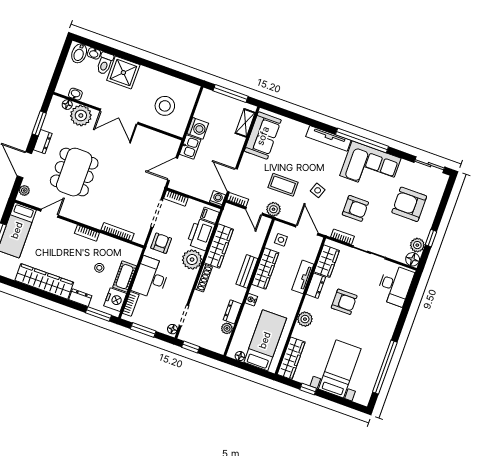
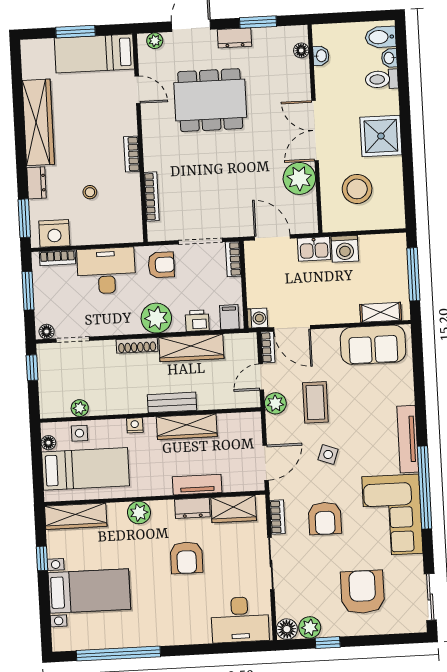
shower: (123, 73) -> (381, 136), moved
plant: (81, 115) -> (299, 178), moved
door: (232, 180) -> (292, 328), swing flipped
printer: (201, 234) -> (197, 321), width x0.53, depth x0.68
side table: (281, 240) -> (79, 433), moved
cot: (125, 277) -> (92, 233), removed
dresser: (232, 312) -> (106, 406), removed

